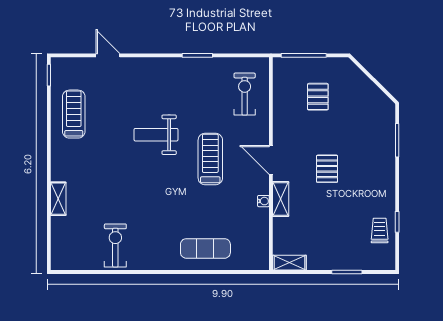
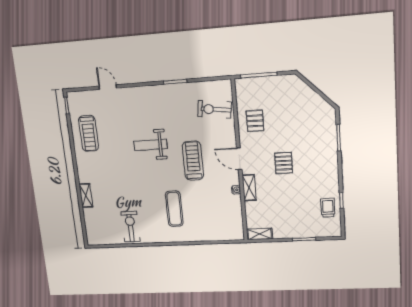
exercise bike: (245, 94) -> (215, 109), turned -83
pallet: (318, 97) -> (255, 121), moved
treadmill: (74, 114) -> (89, 133), turned 180
exercise mat: (205, 248) -> (174, 209), moved, turned 90

